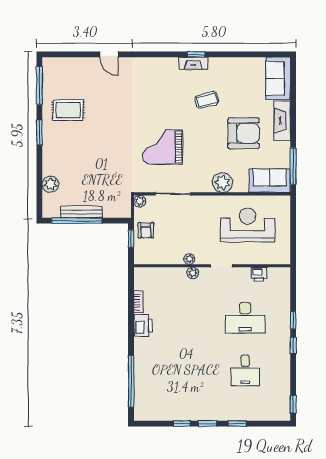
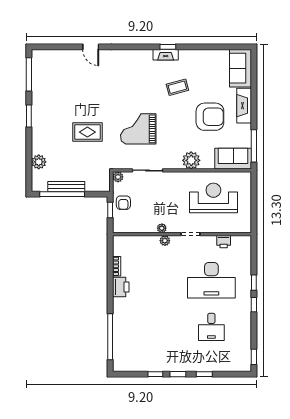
rug: (68, 110) -> (87, 132), moved
desk: (245, 318) -> (211, 280), width x1.36, depth x1.30

